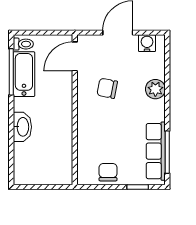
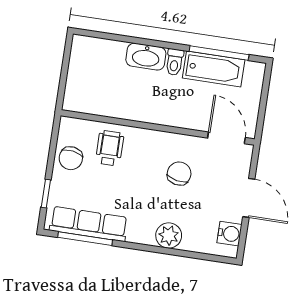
toilet: (23, 44) -> (174, 62), moved
wheelchair: (96, 144) -> (110, 148), added
chair: (108, 172) -> (71, 158), turned 99

